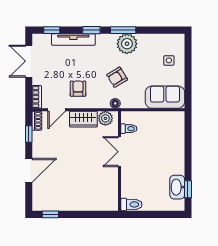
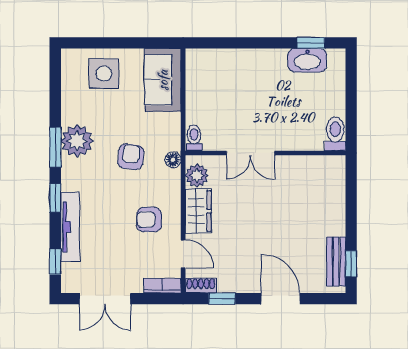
side table: (169, 60) -> (104, 74), width x1.87, depth x1.87
armchair: (117, 77) -> (131, 157), turned -142
toilet: (129, 129) -> (194, 138), moved
bench: (52, 205) -> (336, 261), added

